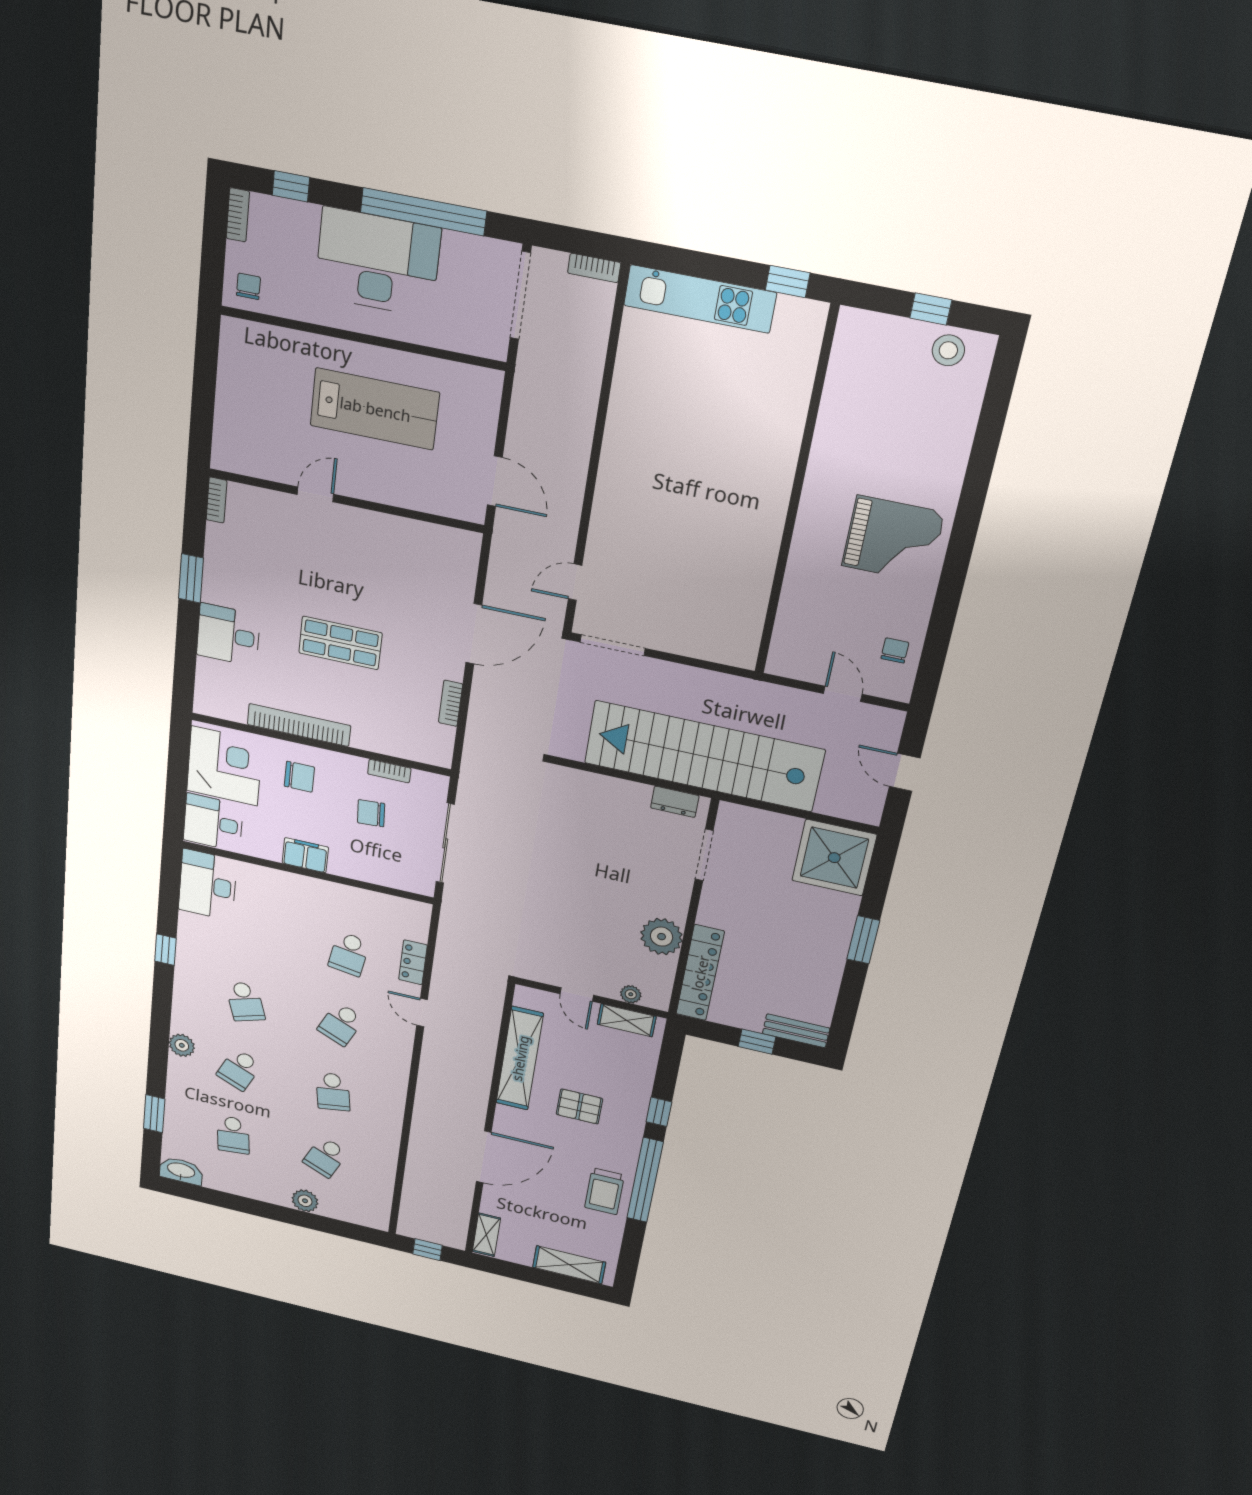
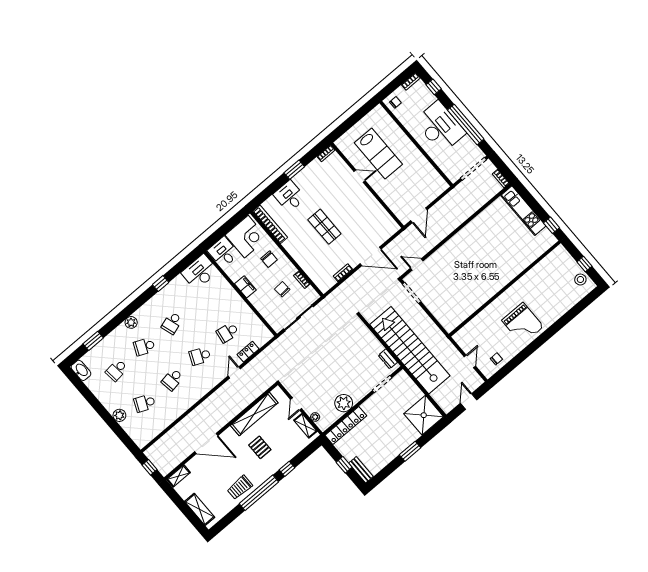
lab bench: (375, 409) -> (378, 154), moved
bookcase: (299, 725) -> (270, 224), moved

